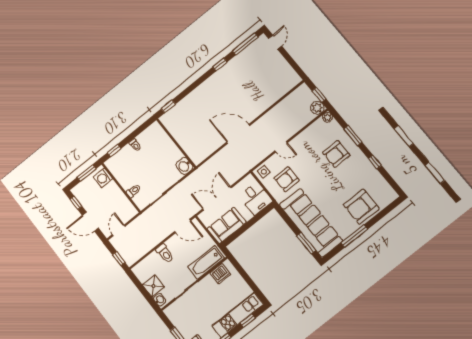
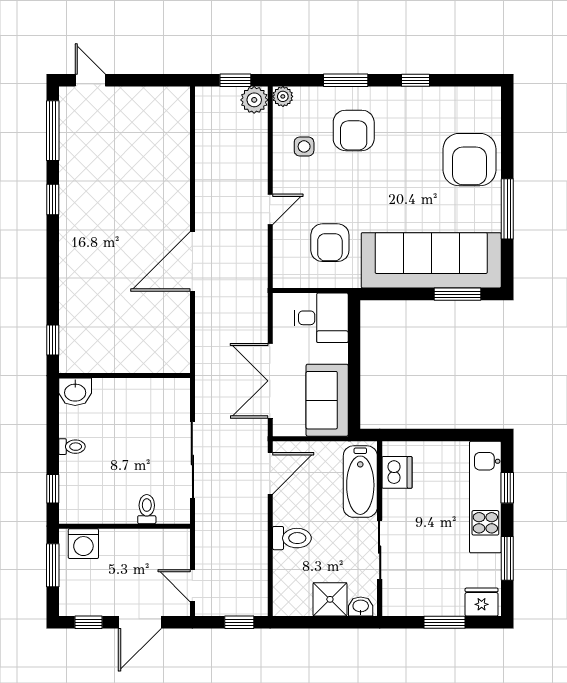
washbasin: (184, 166) -> (75, 392), moved
side table: (264, 172) -> (304, 146), moved

